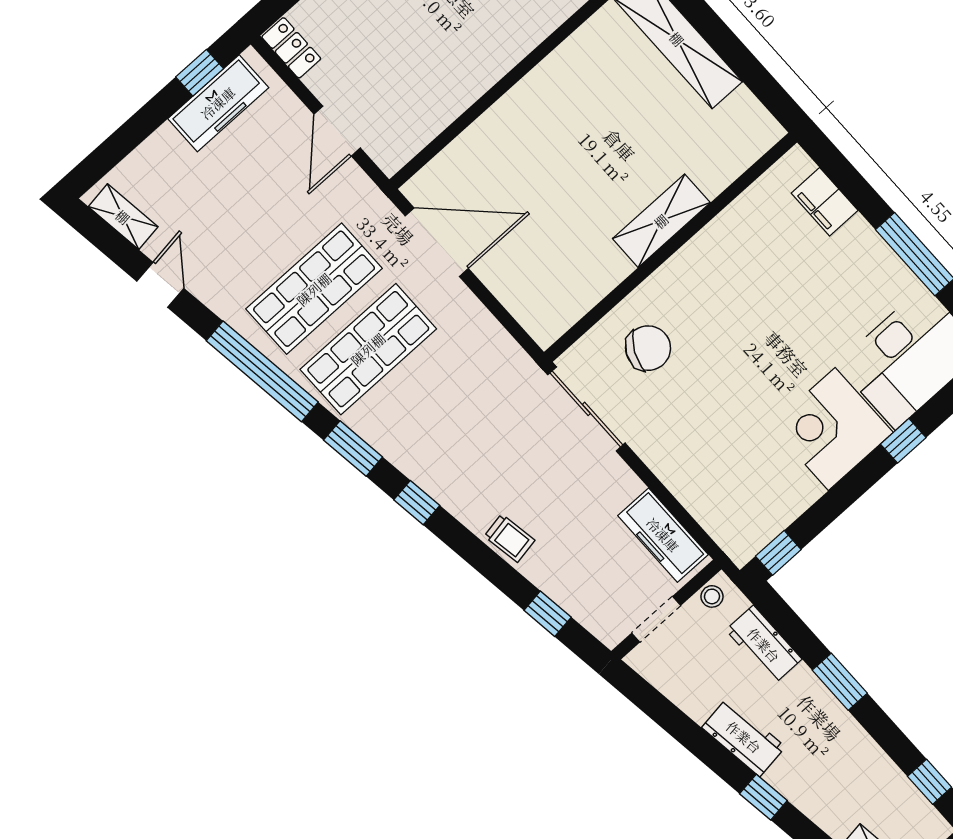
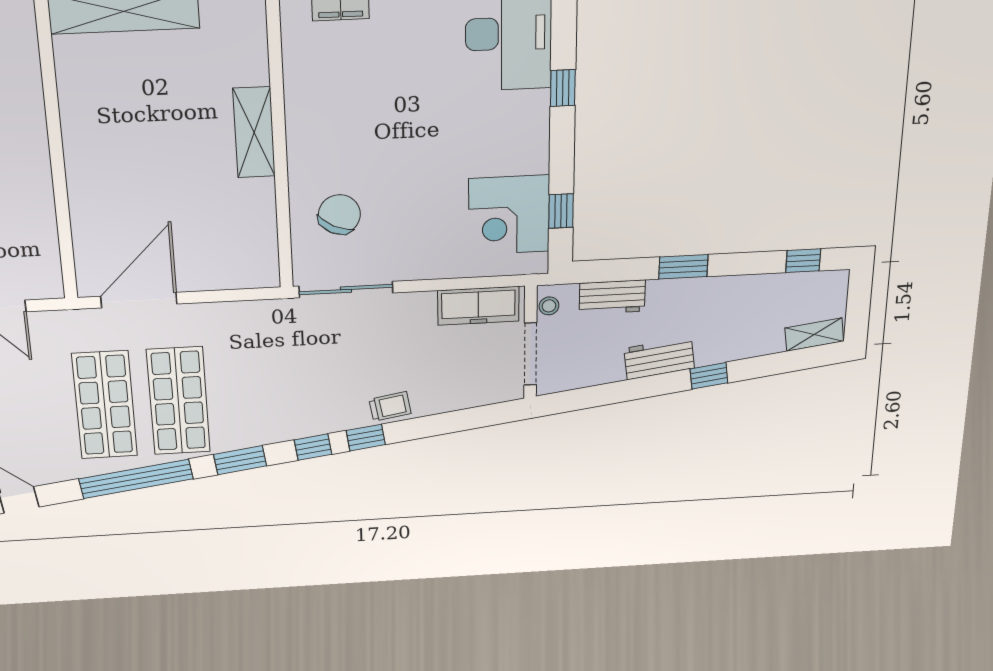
corner desk: (832, 429) -> (509, 215), moved
window: (778, 553) -> (561, 211), moved
window: (548, 614) -> (366, 438), moved
doorway: (656, 619) -> (530, 354), width x1.38

